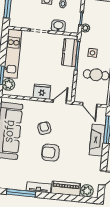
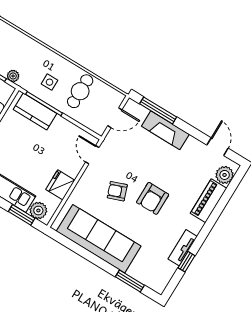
fridge: (42, 92) -> (60, 185), moved
tv unit: (39, 187) -> (183, 248), moved
window: (21, 193) -> (187, 262), width x0.46

